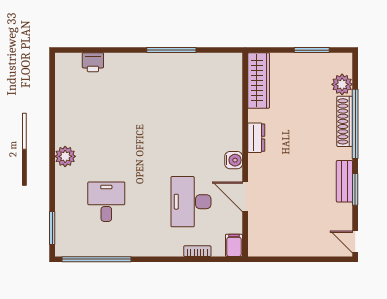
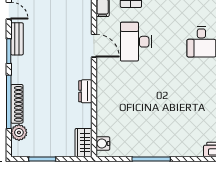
wardrobe: (259, 81) -> (84, 143), width x0.67
water cooler: (234, 160) -> (103, 144), moved
bench: (344, 181) -> (17, 39), moved
desk: (191, 202) -> (136, 42), turned 180

